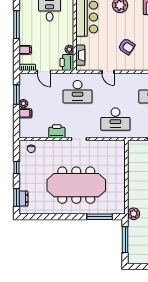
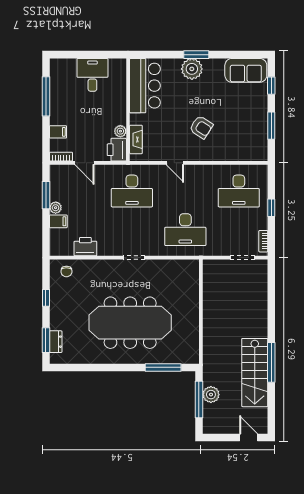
printer: (57, 131) -> (85, 247), moved
plant: (134, 214) -> (211, 395), moved

